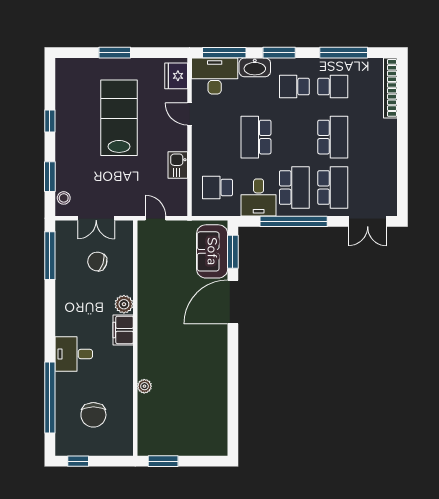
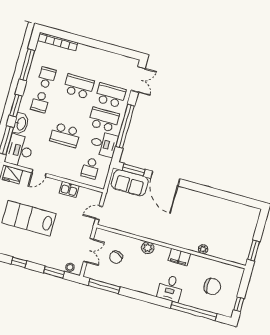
filing cabinet: (123, 330) -> (179, 257), moved

